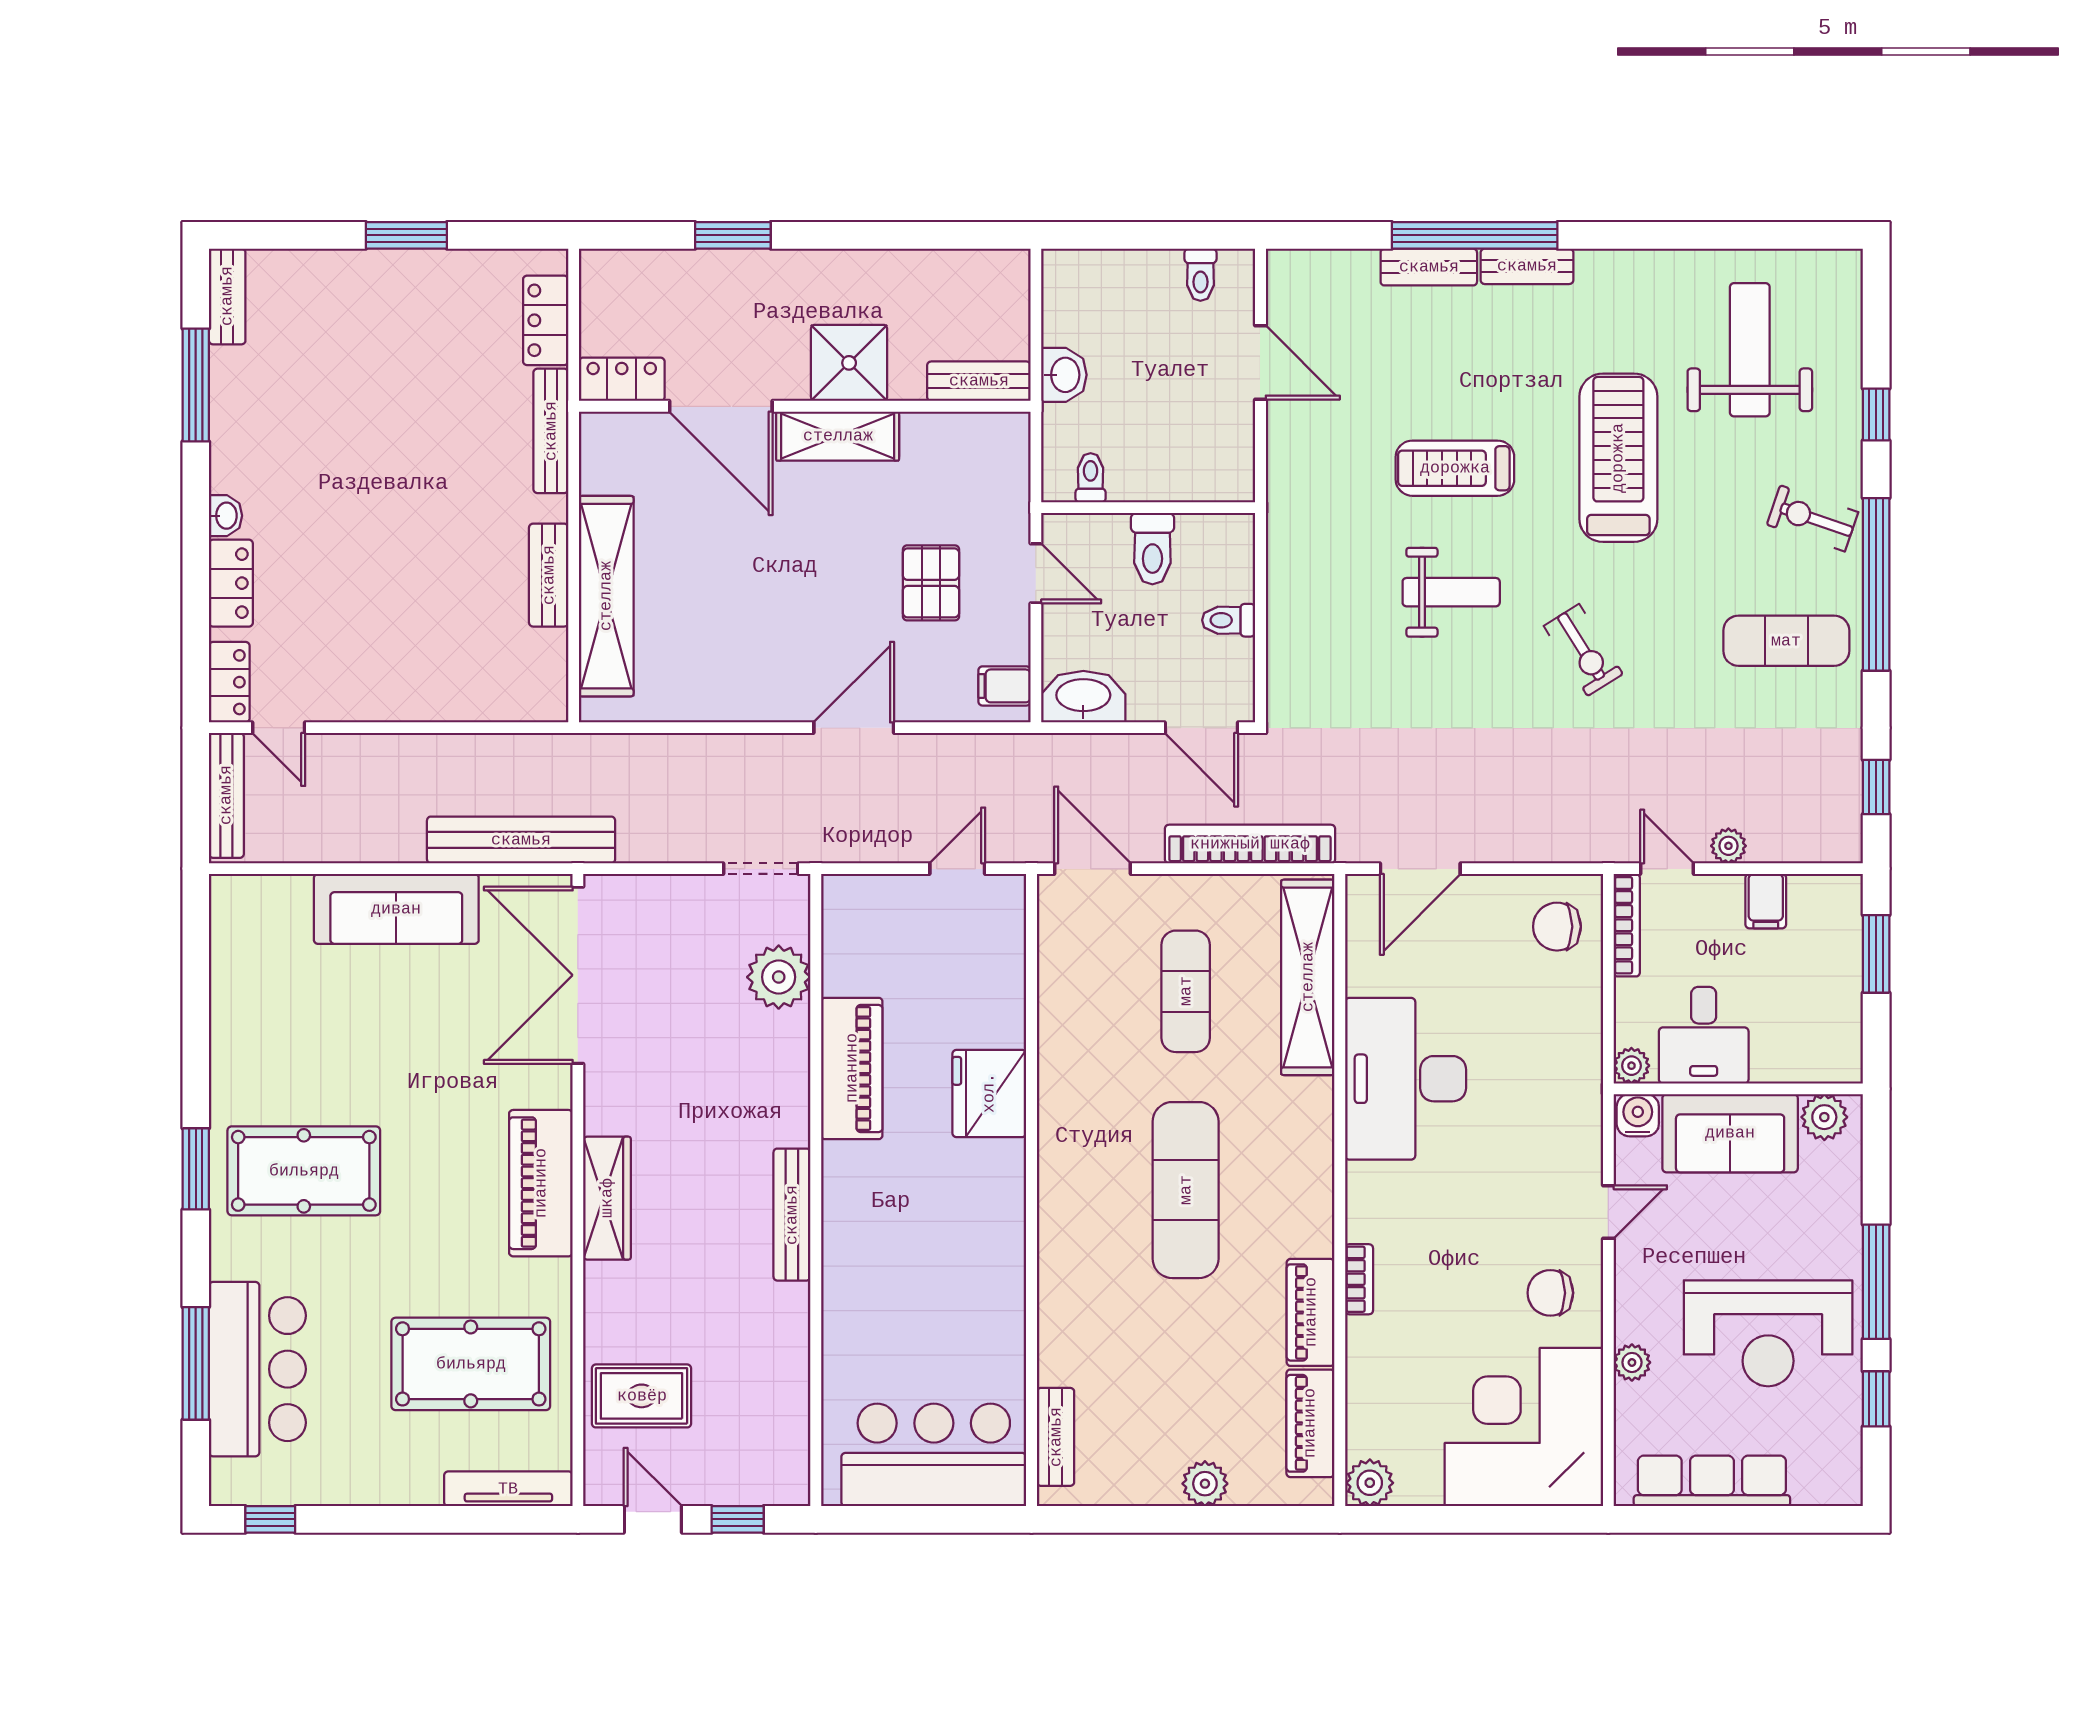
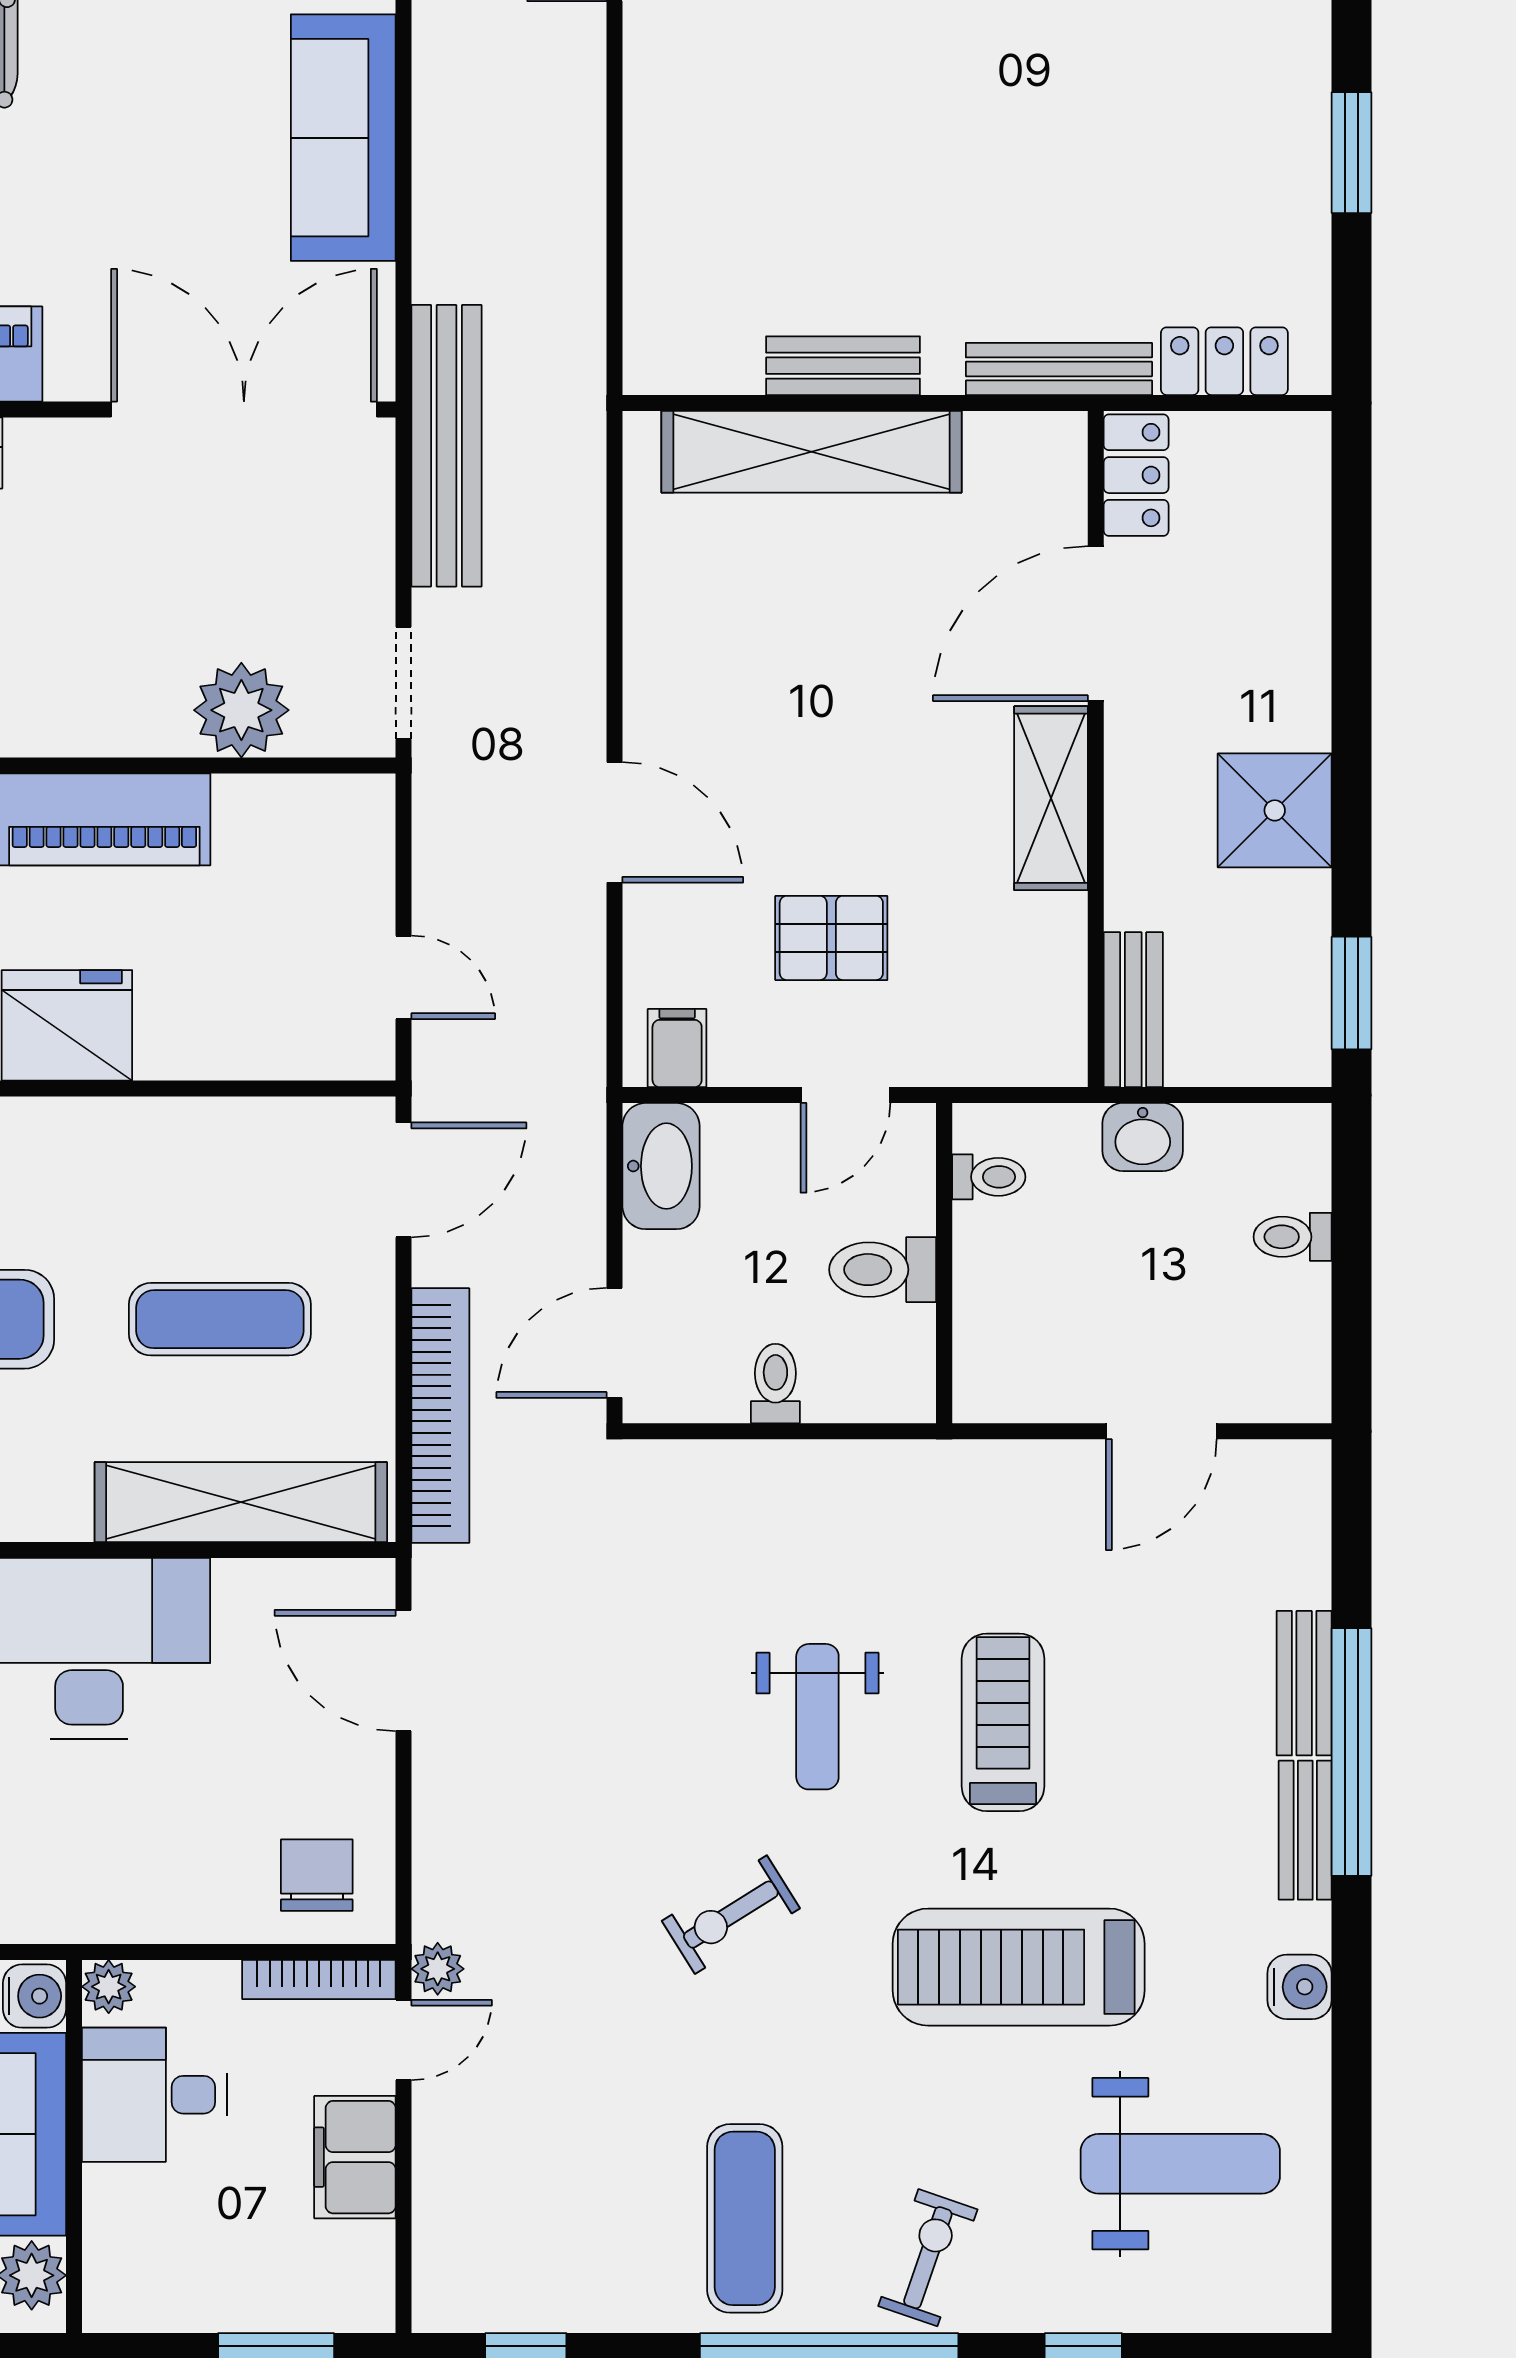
window: (733, 235) -> (1351, 993), moved
water cooler: (1632, 270) -> (1299, 1987), added
toilet: (1200, 275) -> (1293, 1237), moved
shower: (849, 363) -> (1275, 810), moved
treadmill: (1618, 458) -> (1019, 1967), turned 180
bench: (521, 840) -> (447, 446), moved
plant: (1728, 846) -> (438, 1969), moved
filing cabinet: (1766, 901) -> (355, 2157), width x2.00

